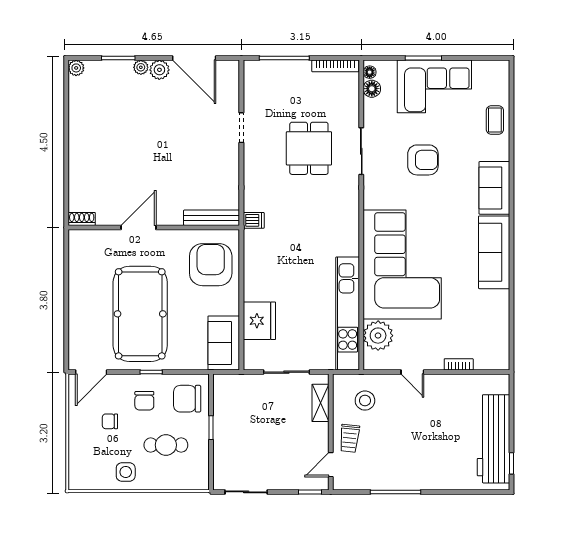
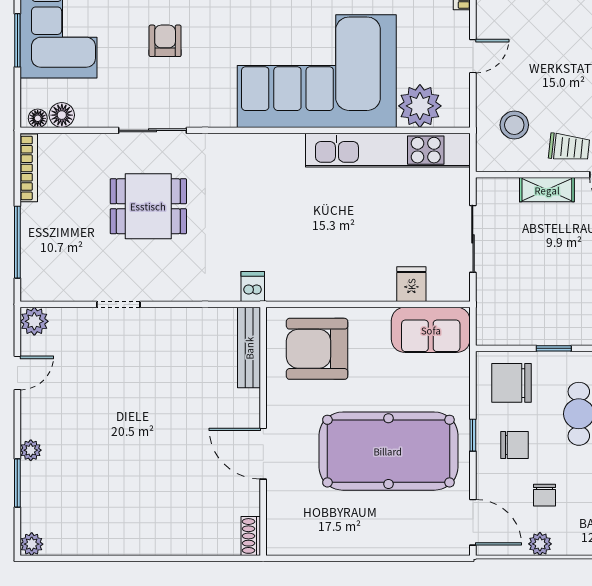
door: (194, 58) -> (17, 373), width x0.53
plant: (159, 70) -> (34, 321), moved
armchair: (423, 160) -> (165, 41), width x0.72, depth x0.72
fridge: (259, 321) -> (411, 284), width x0.53, depth x0.75
chair: (187, 399) -> (512, 383), turned 90
shelving: (320, 403) -> (547, 190), moved
plant: (76, 418) -> (540, 544), added

